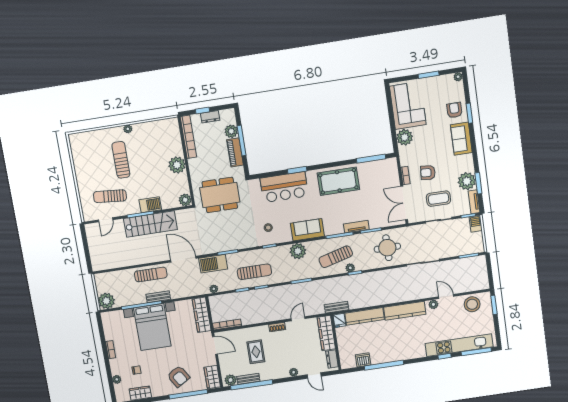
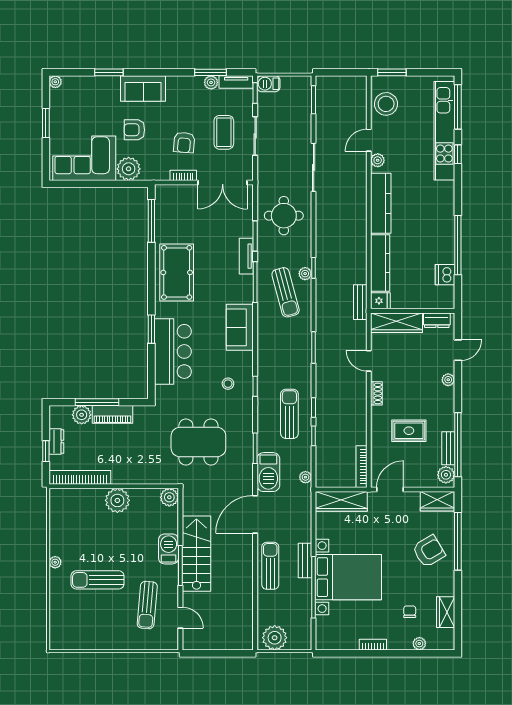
armchair: (454, 110) -> (134, 130), moved
plant: (467, 181) -> (211, 82), width x0.53, depth x0.53
dining table: (220, 195) -> (198, 442), moved, turned 90
plant: (298, 251) -> (269, 346), removed
plant: (106, 301) -> (275, 638), moved

